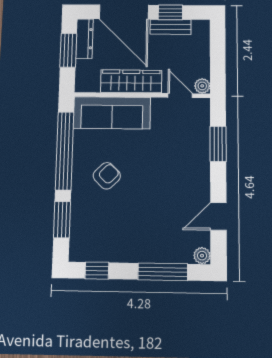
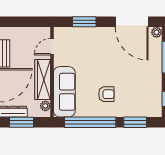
plant: (202, 86) -> (45, 106), moved
armchair: (107, 176) -> (106, 94), turned 135
door: (218, 216) -> (132, 22), width x1.88

